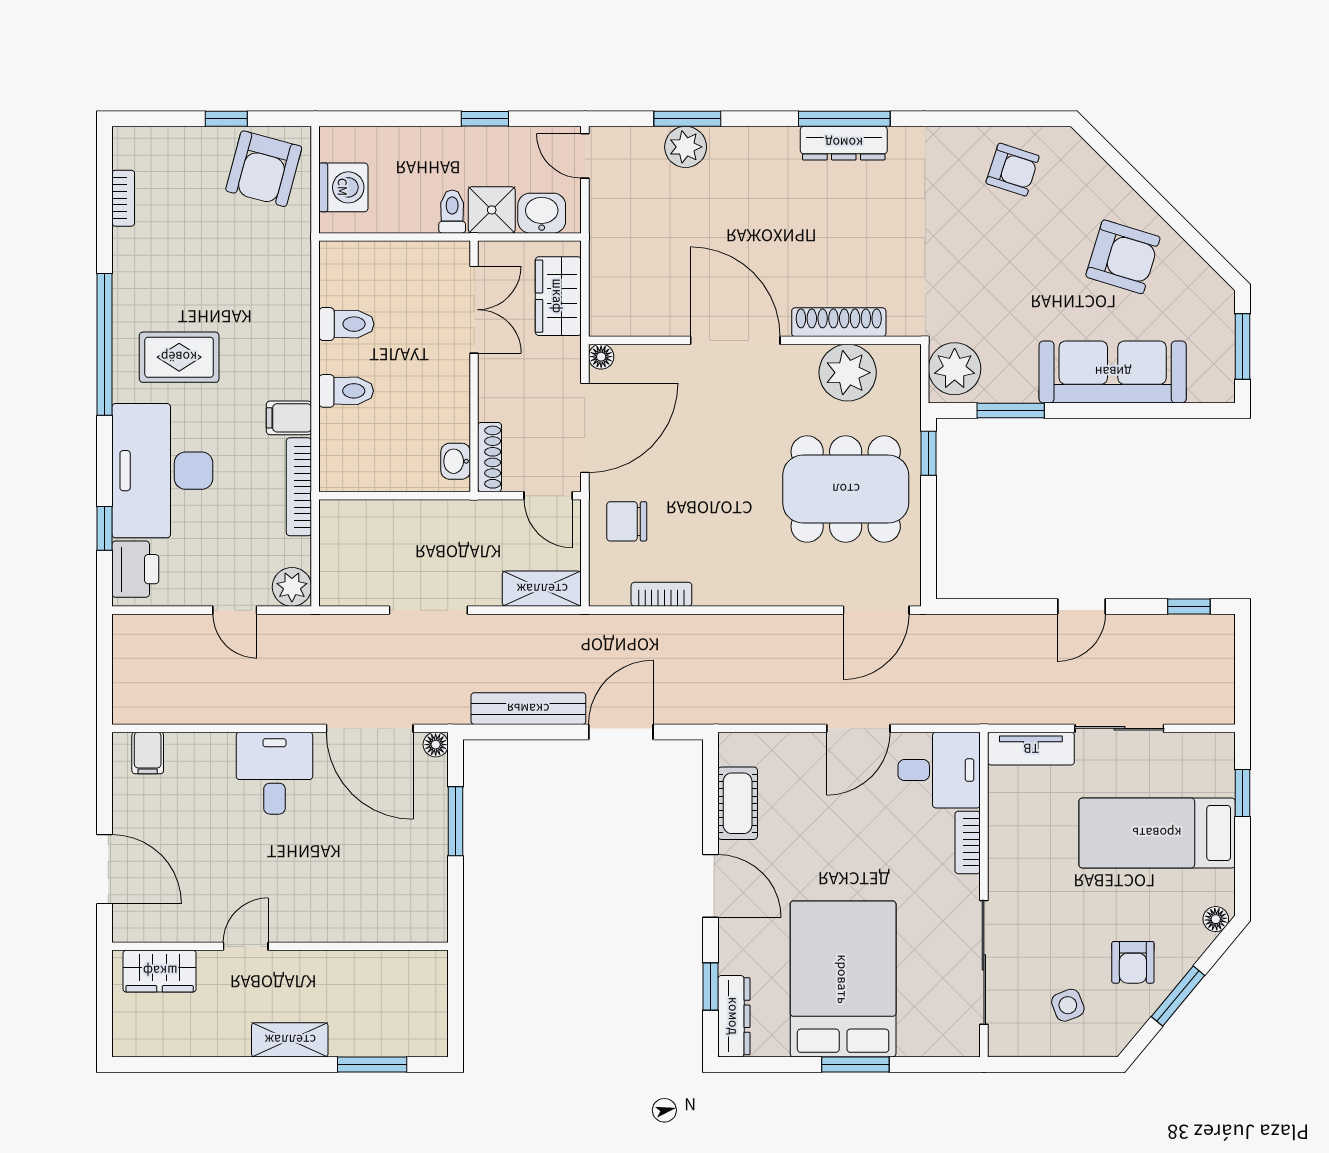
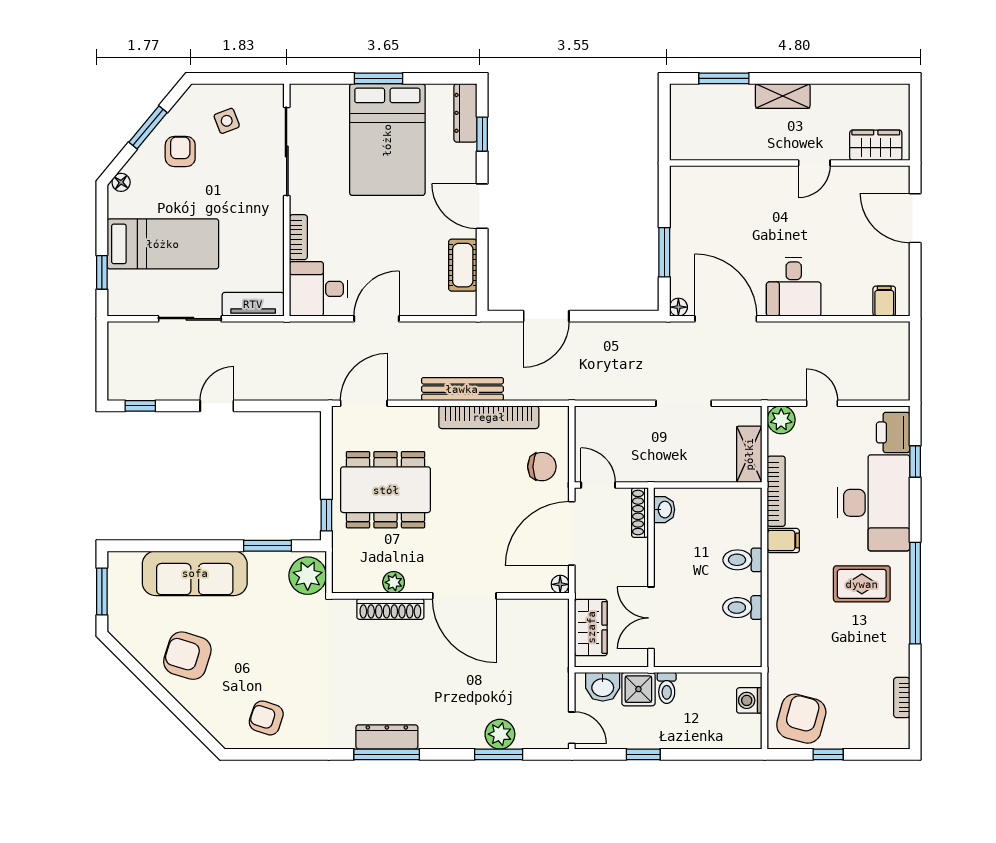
washing machine: (343, 187) -> (749, 700), width x0.73, depth x0.73
plant: (848, 373) -> (394, 582), width x0.53, depth x0.53
shelving: (542, 589) -> (749, 454), moved, turned 90
bookcase: (661, 594) -> (489, 417), width x2.31, depth x1.31
bench: (528, 709) -> (462, 389), moved

